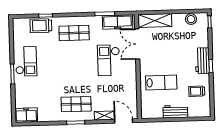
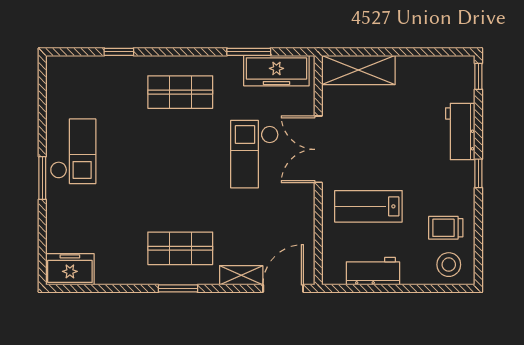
stool: (191, 19) -> (449, 265), moved
trolley: (41, 26) -> (108, 74), removed
double door: (137, 44) -> (318, 149), moved
workbench: (202, 61) -> (460, 132), moved
lab bench: (161, 82) -> (368, 206), turned 180
workbench: (175, 112) -> (373, 271), moved
door: (124, 121) -> (283, 288), hinge flipped

